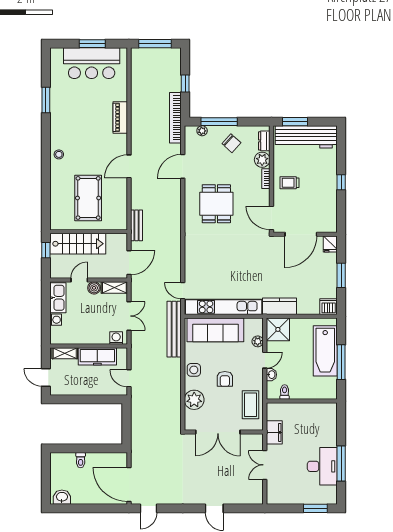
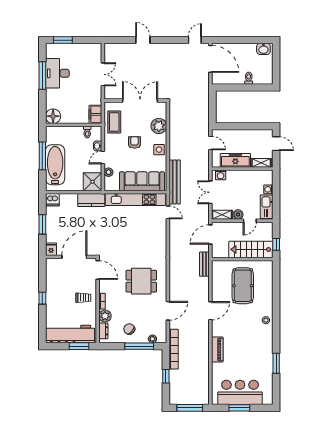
dining table: (216, 204) -> (141, 281), turned 90
floor lamp: (328, 412) -> (53, 116), added
filing cabinet: (274, 432) -> (95, 114), moved

